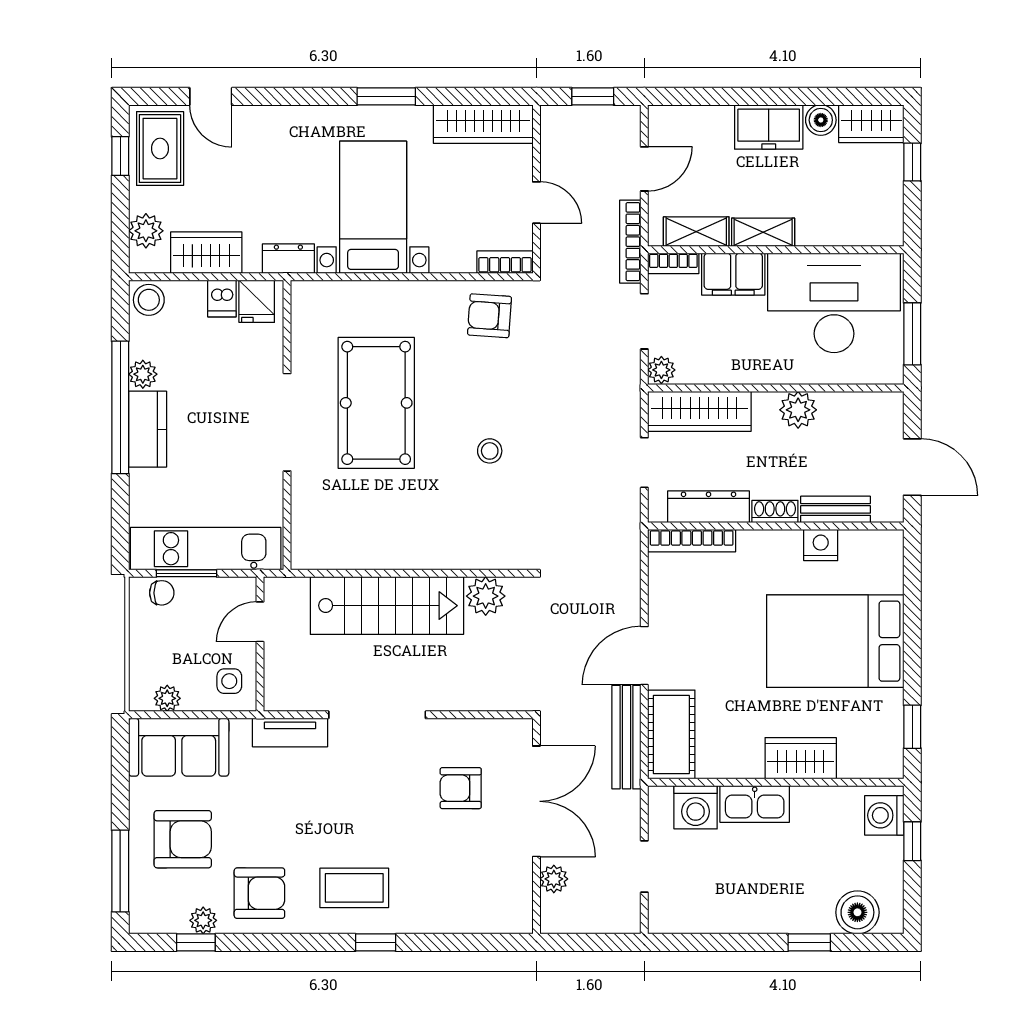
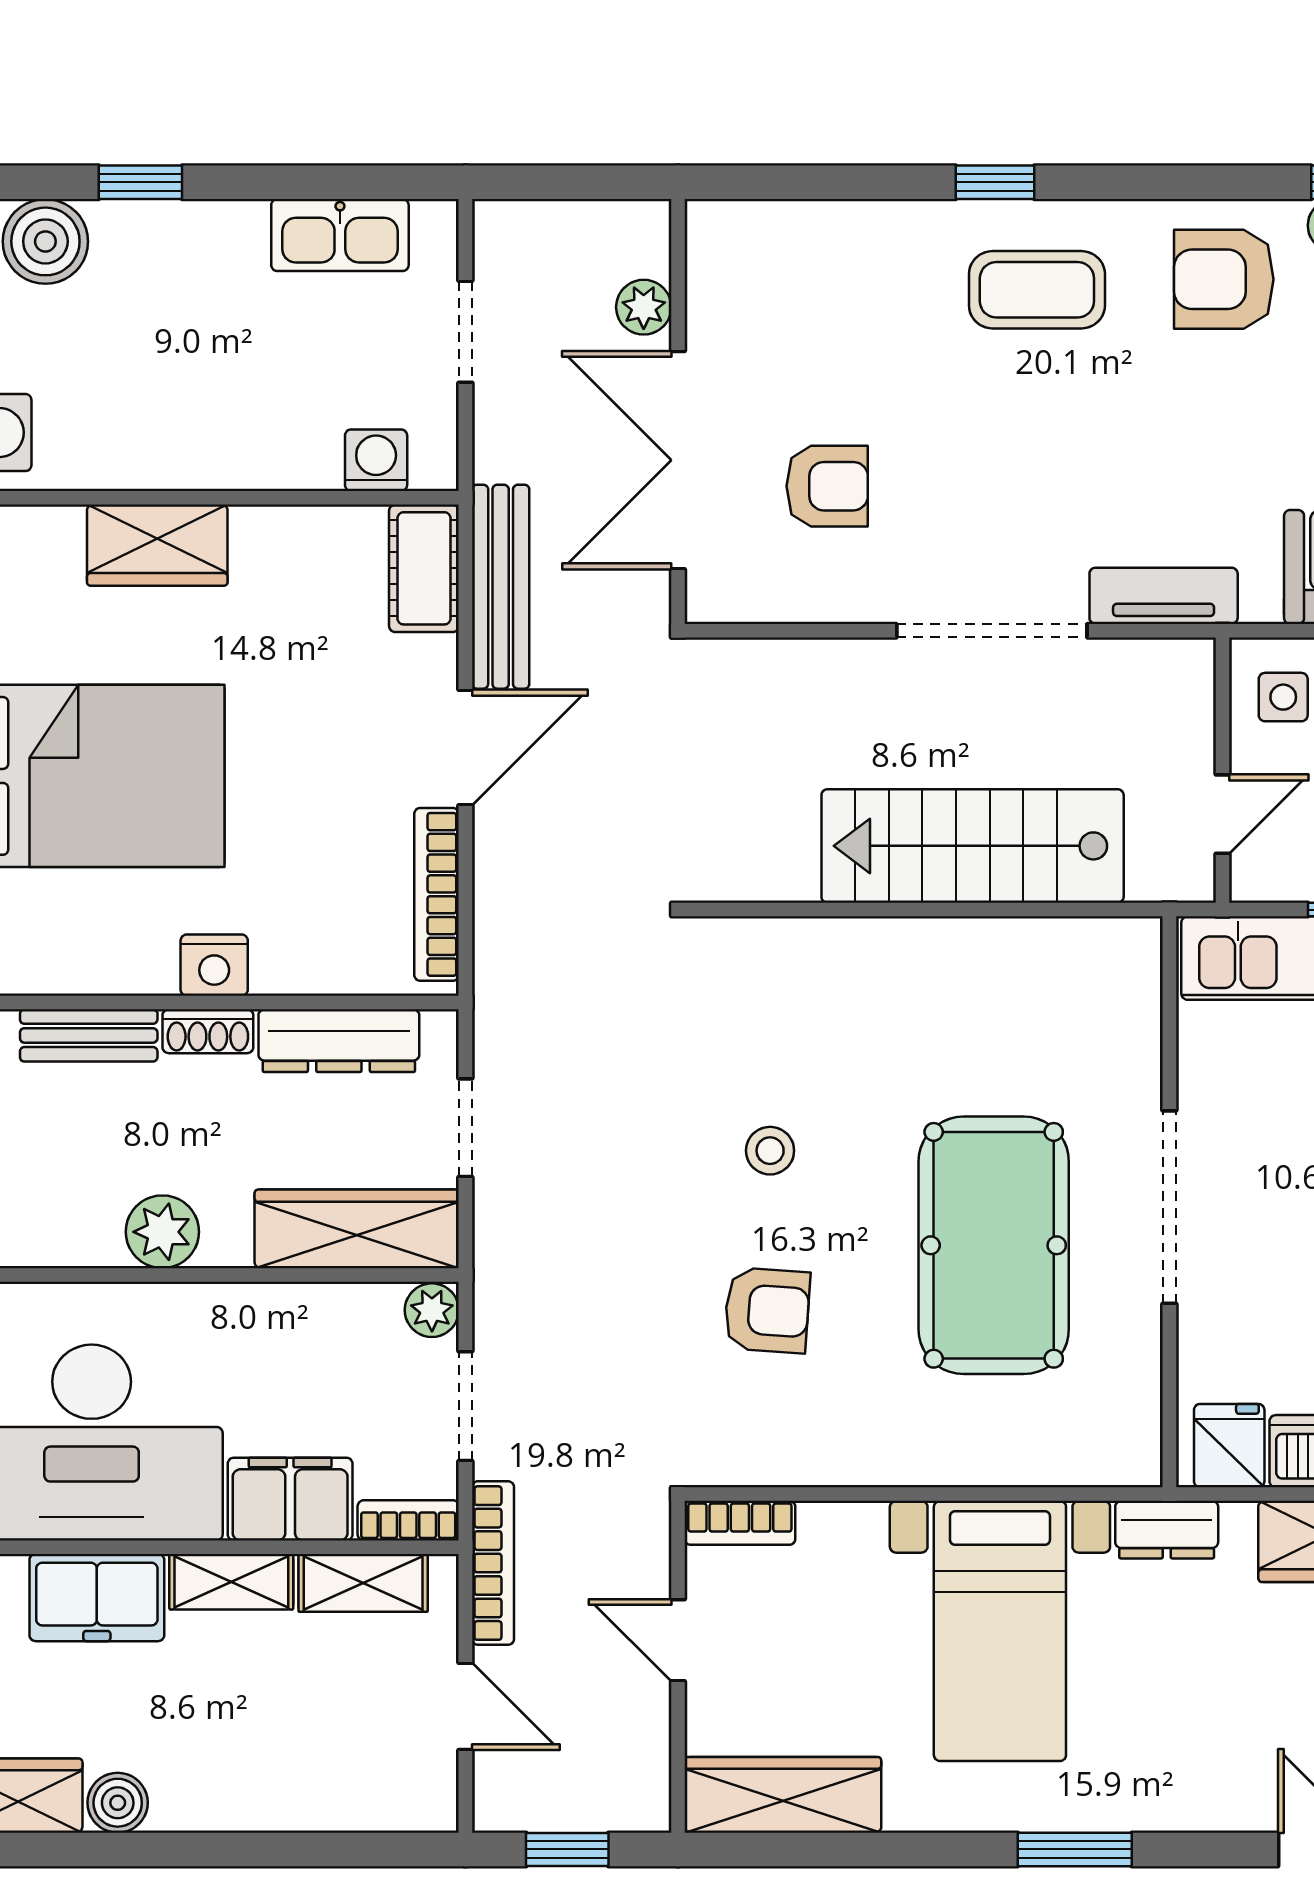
window: (386, 96) -> (1075, 1849), moved
freezer: (769, 127) -> (97, 1598), moved, turned 180
door: (644, 169) -> (465, 1706), swing flipped
armchair: (490, 316) -> (767, 1310), moved
bookcase: (692, 541) -> (437, 894), moved, turned -90
nightstand: (821, 545) -> (214, 965), moved
plant: (486, 596) -> (778, 865), removed
cot: (671, 734) -> (424, 568), width x0.73, depth x0.75
kitchen sink: (755, 804) -> (340, 235), moved, turned 180
washing machine: (696, 807) -> (376, 460), width x0.73, depth x0.73

